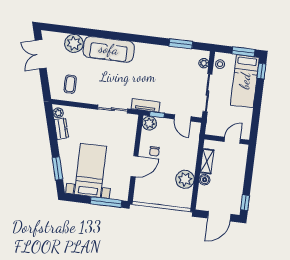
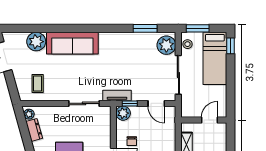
window: (243, 52) -> (198, 28), moved
plant: (204, 63) -> (166, 45), width x1.88, depth x1.88

